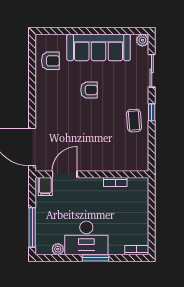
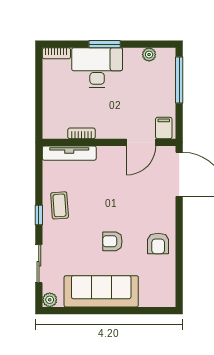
armchair: (50, 61) -> (158, 243), moved, turned -90
tv unit: (126, 165) -> (69, 153), added
desk: (86, 238) -> (97, 68), moved

